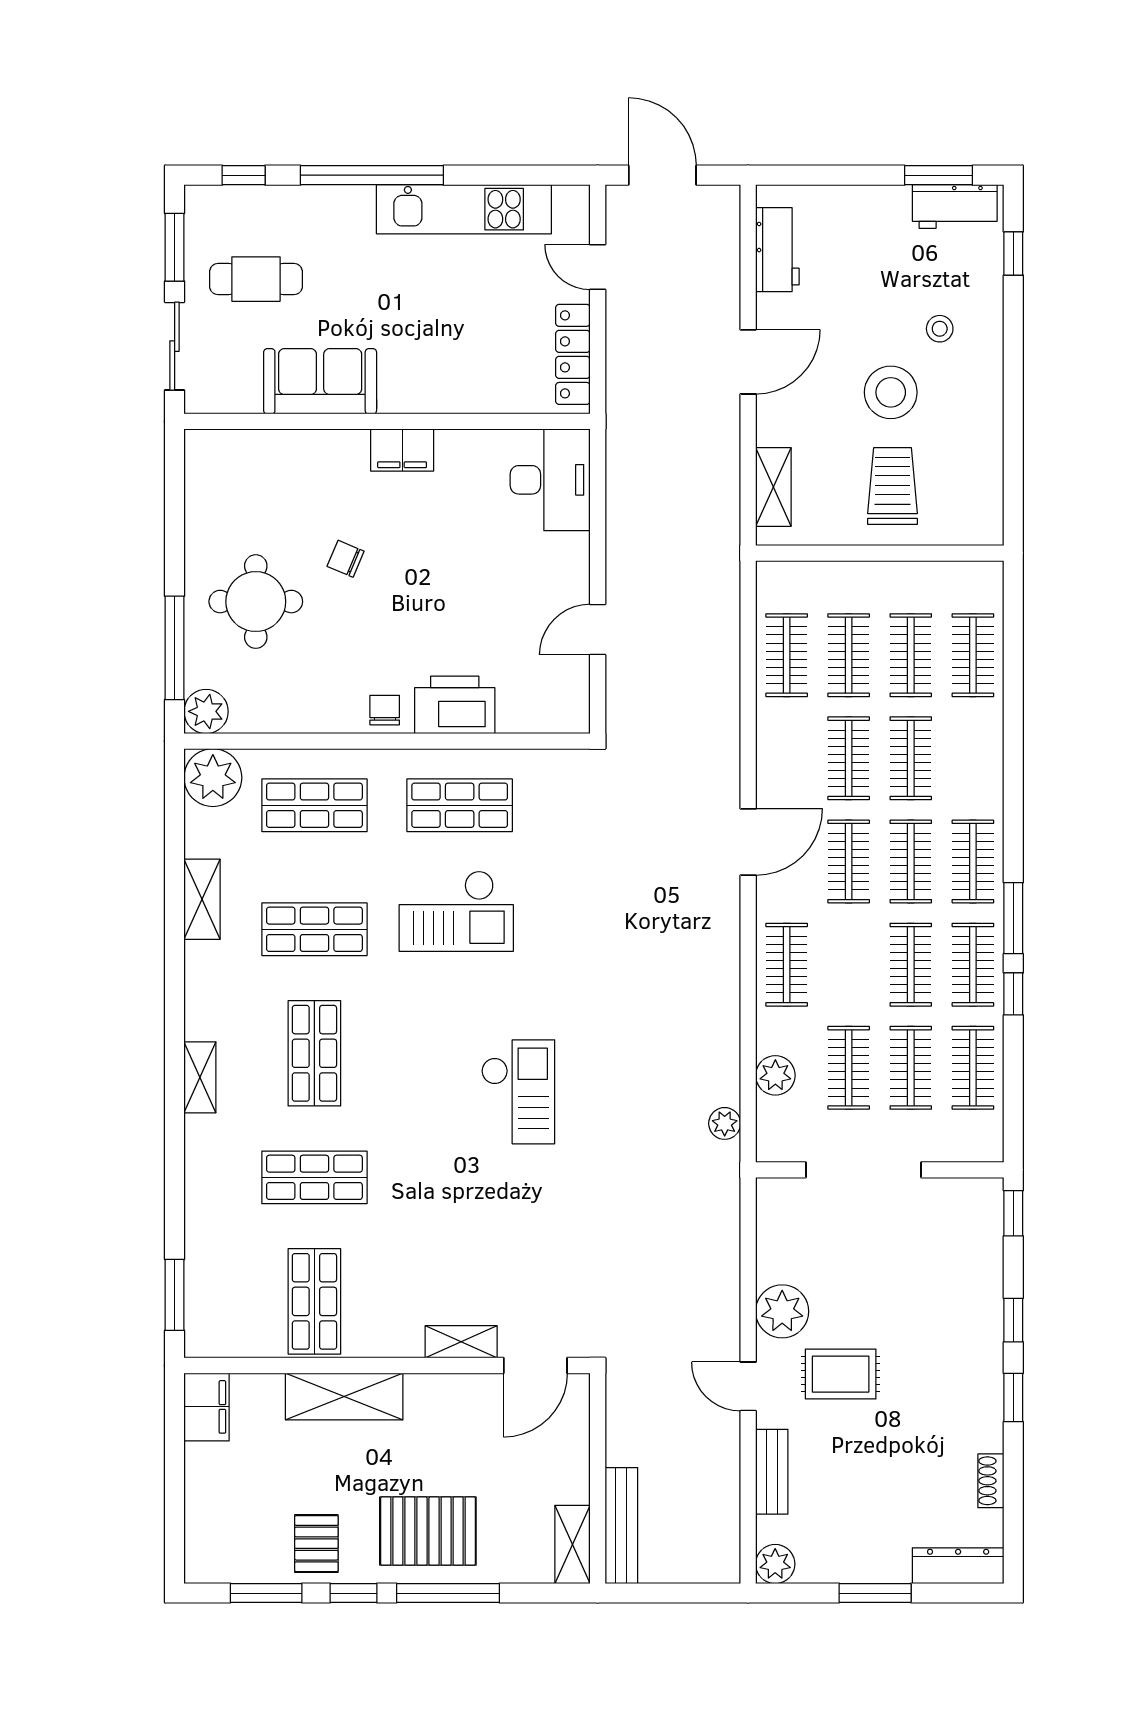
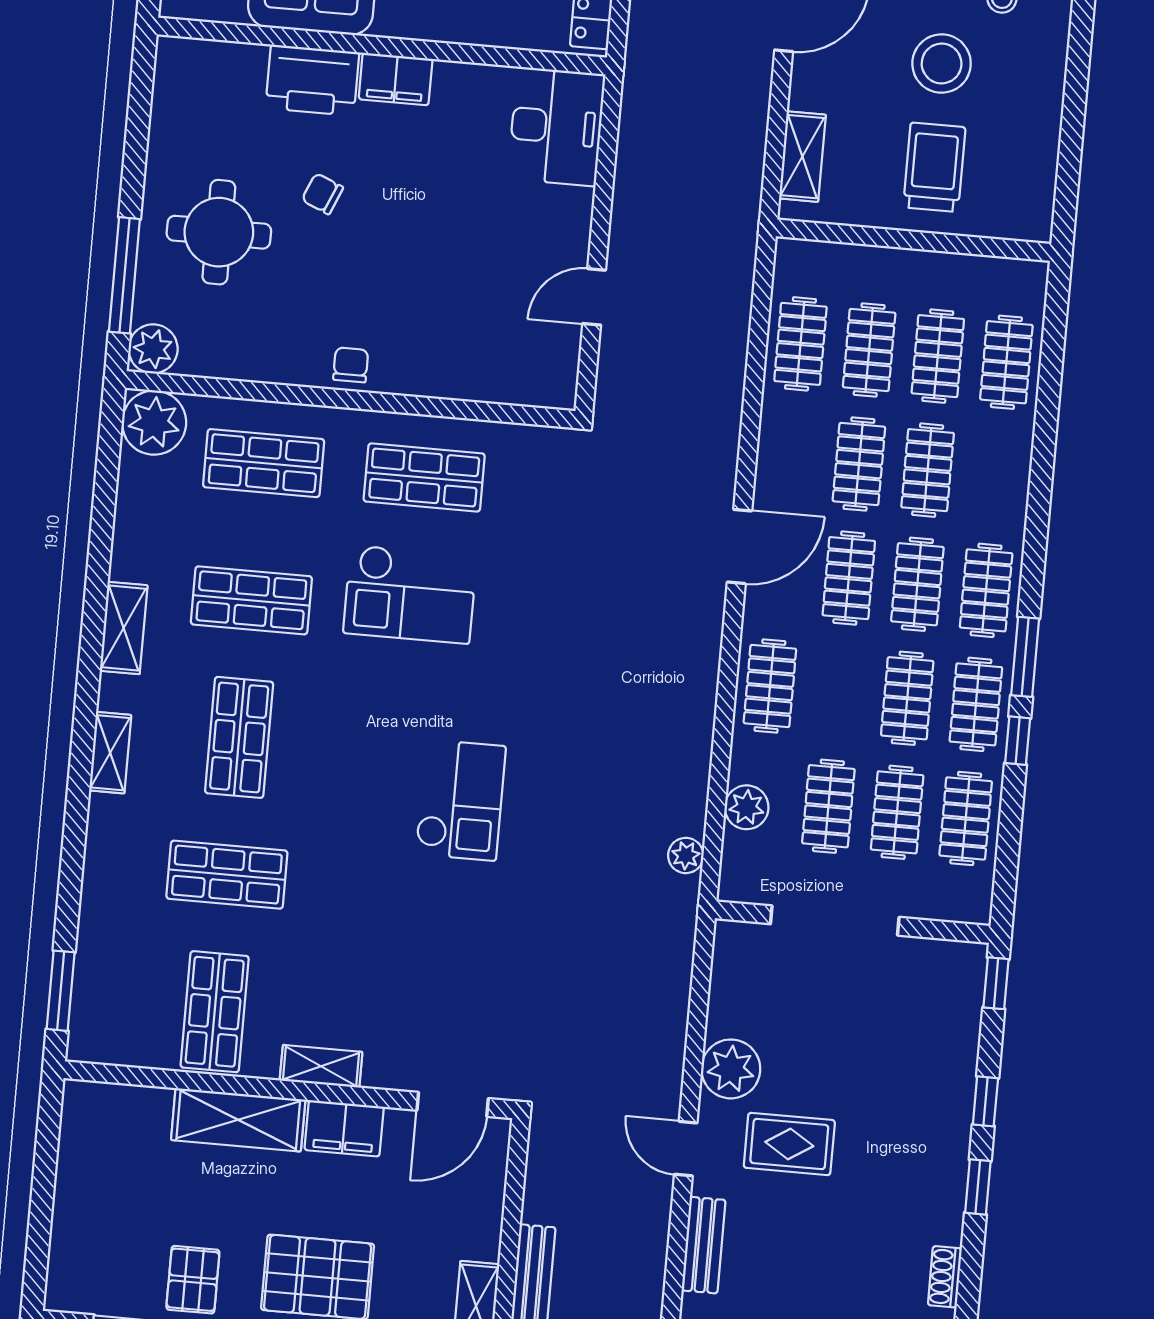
printer: (455, 705) -> (312, 80), moved, turned 180
shelving: (202, 899) -> (124, 628), moved
shelving: (461, 1342) -> (321, 1066), moved
filing cabinet: (207, 1407) -> (344, 1128), moved, turned 90

